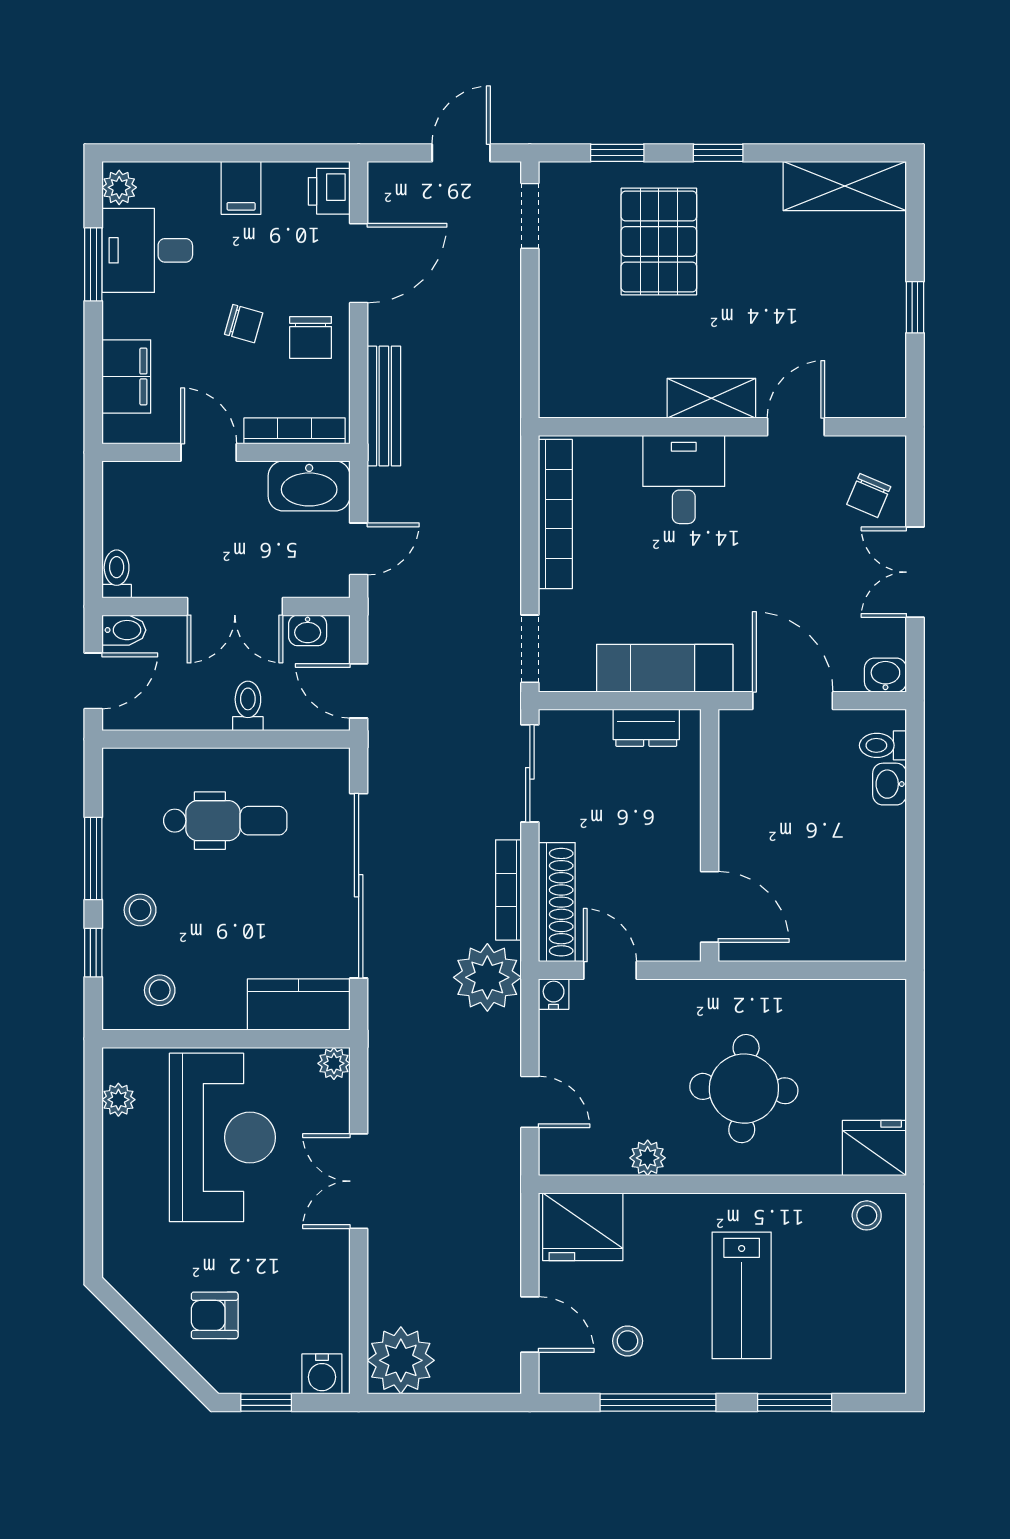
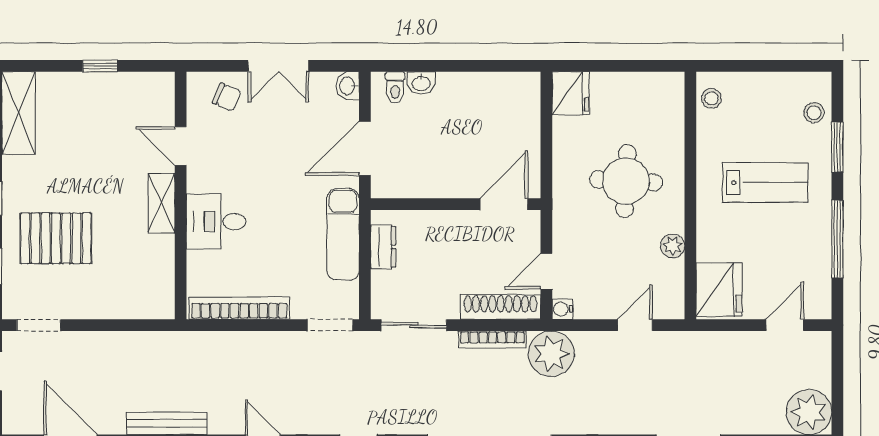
fridge: (874, 1148) -> (571, 93), moved, turned 180
stool: (628, 1341) -> (814, 113), moved

